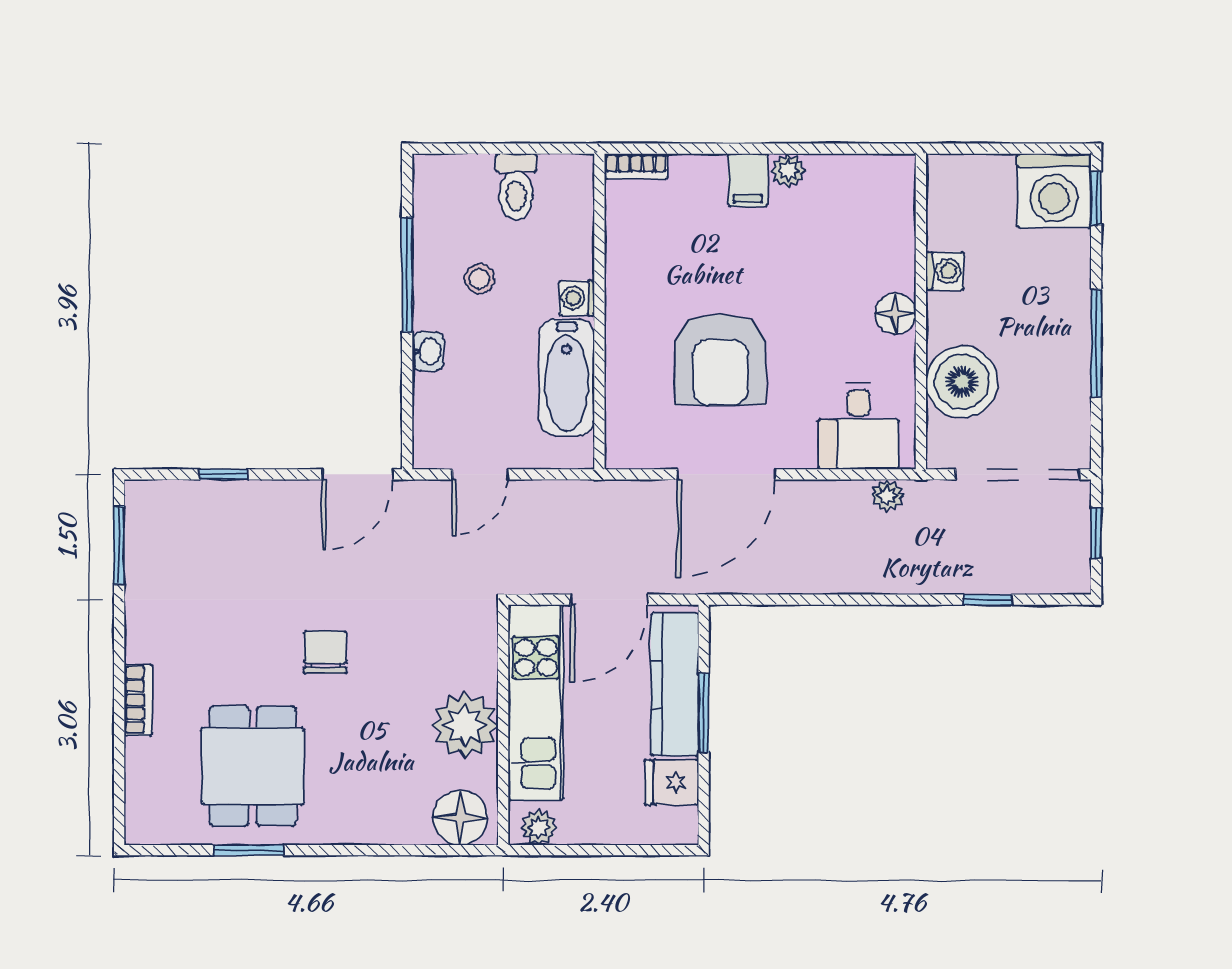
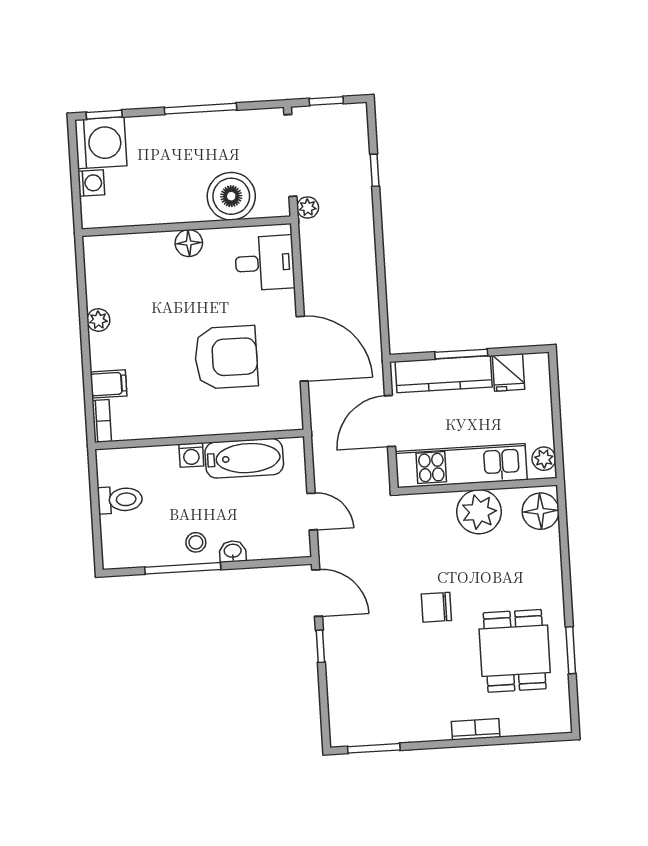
filing cabinet: (748, 180) -> (109, 384), moved
washing machine: (945, 271) -> (91, 183), moved, turned 90
stool: (480, 279) -> (196, 542), moved
window: (224, 474) -> (320, 646), moved
plant: (887, 496) -> (308, 207), moved
door: (609, 600) -> (390, 421), swing flipped
dining table: (253, 766) -> (515, 651), turned 90

